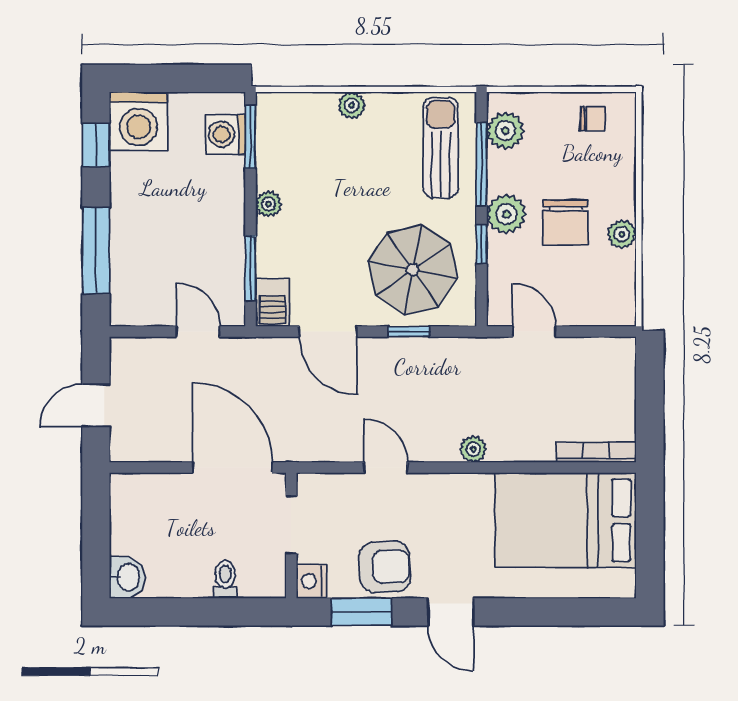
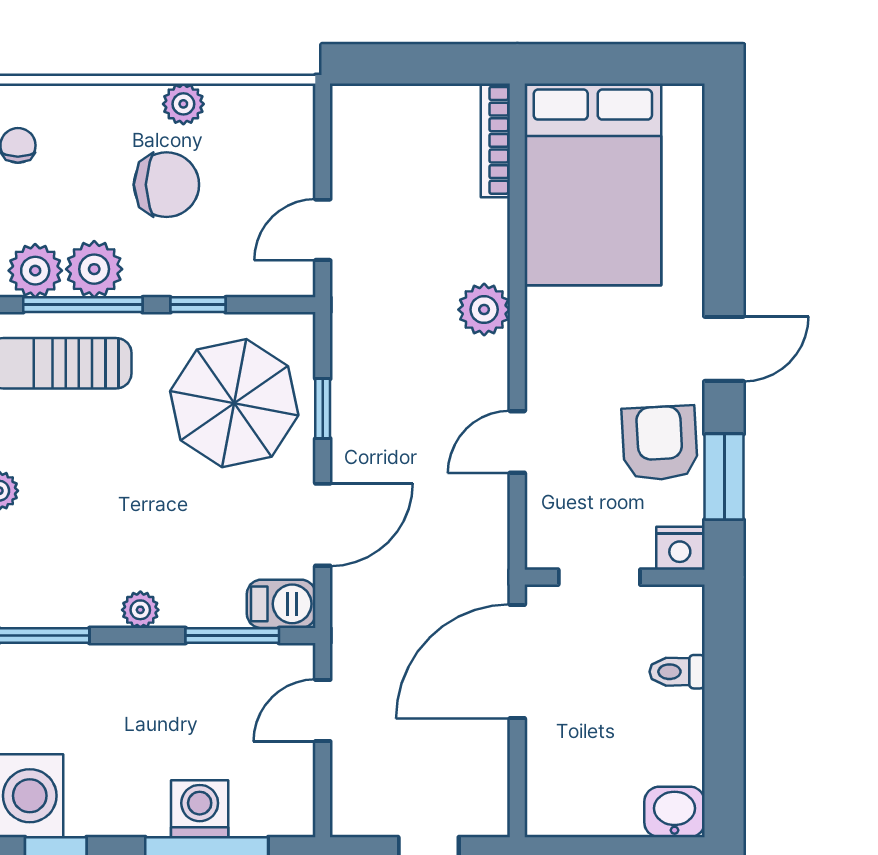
washing machine: (225, 134) -> (200, 809), moved, turned 180
plant: (506, 214) -> (94, 269), moved
plant: (473, 449) -> (484, 310), width x1.38, depth x1.38

